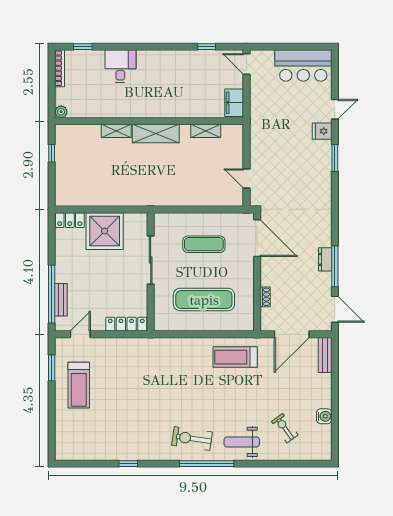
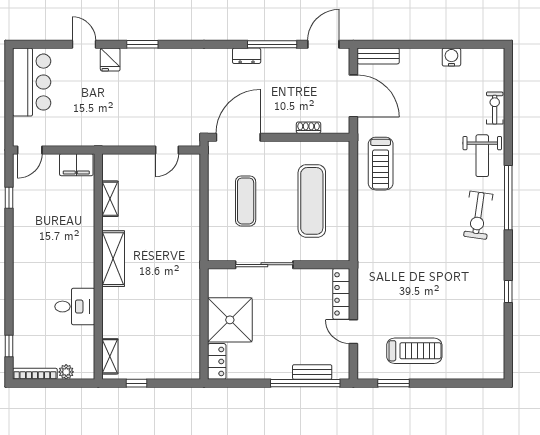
desk: (120, 66) -> (75, 307), moved, turned 180
plant: (61, 112) -> (66, 372), moved
shelving: (116, 131) -> (110, 356), moved
dresser: (325, 259) -> (247, 56), moved
door: (80, 334) -> (353, 332), moved
exercise bike: (285, 428) -> (495, 108), moved, turned 126

